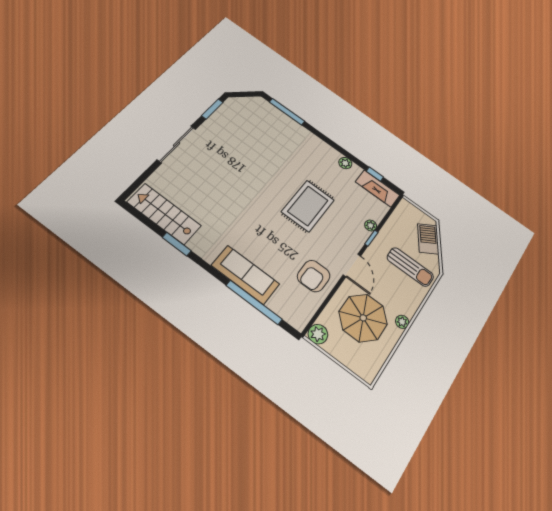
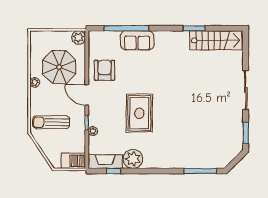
plant: (345, 163) -> (133, 159), width x1.88, depth x1.88
barbecue: (428, 239) -> (73, 161), moved, turned -56
sofa: (245, 275) -> (137, 40), width x0.73

